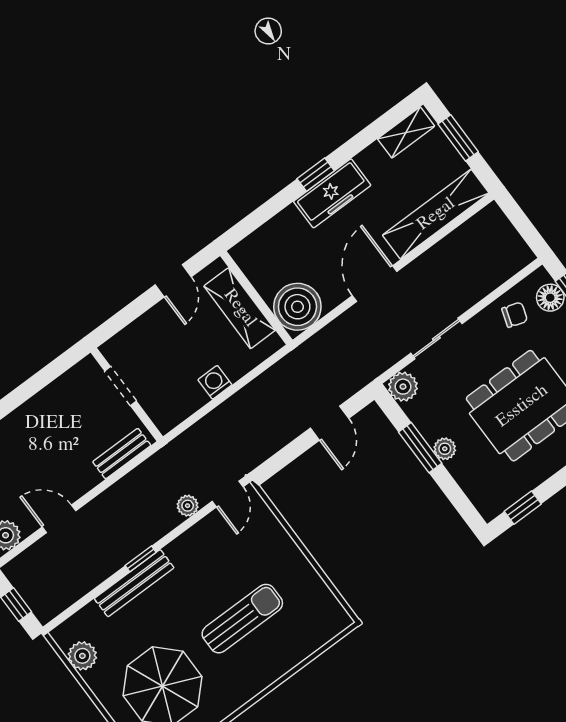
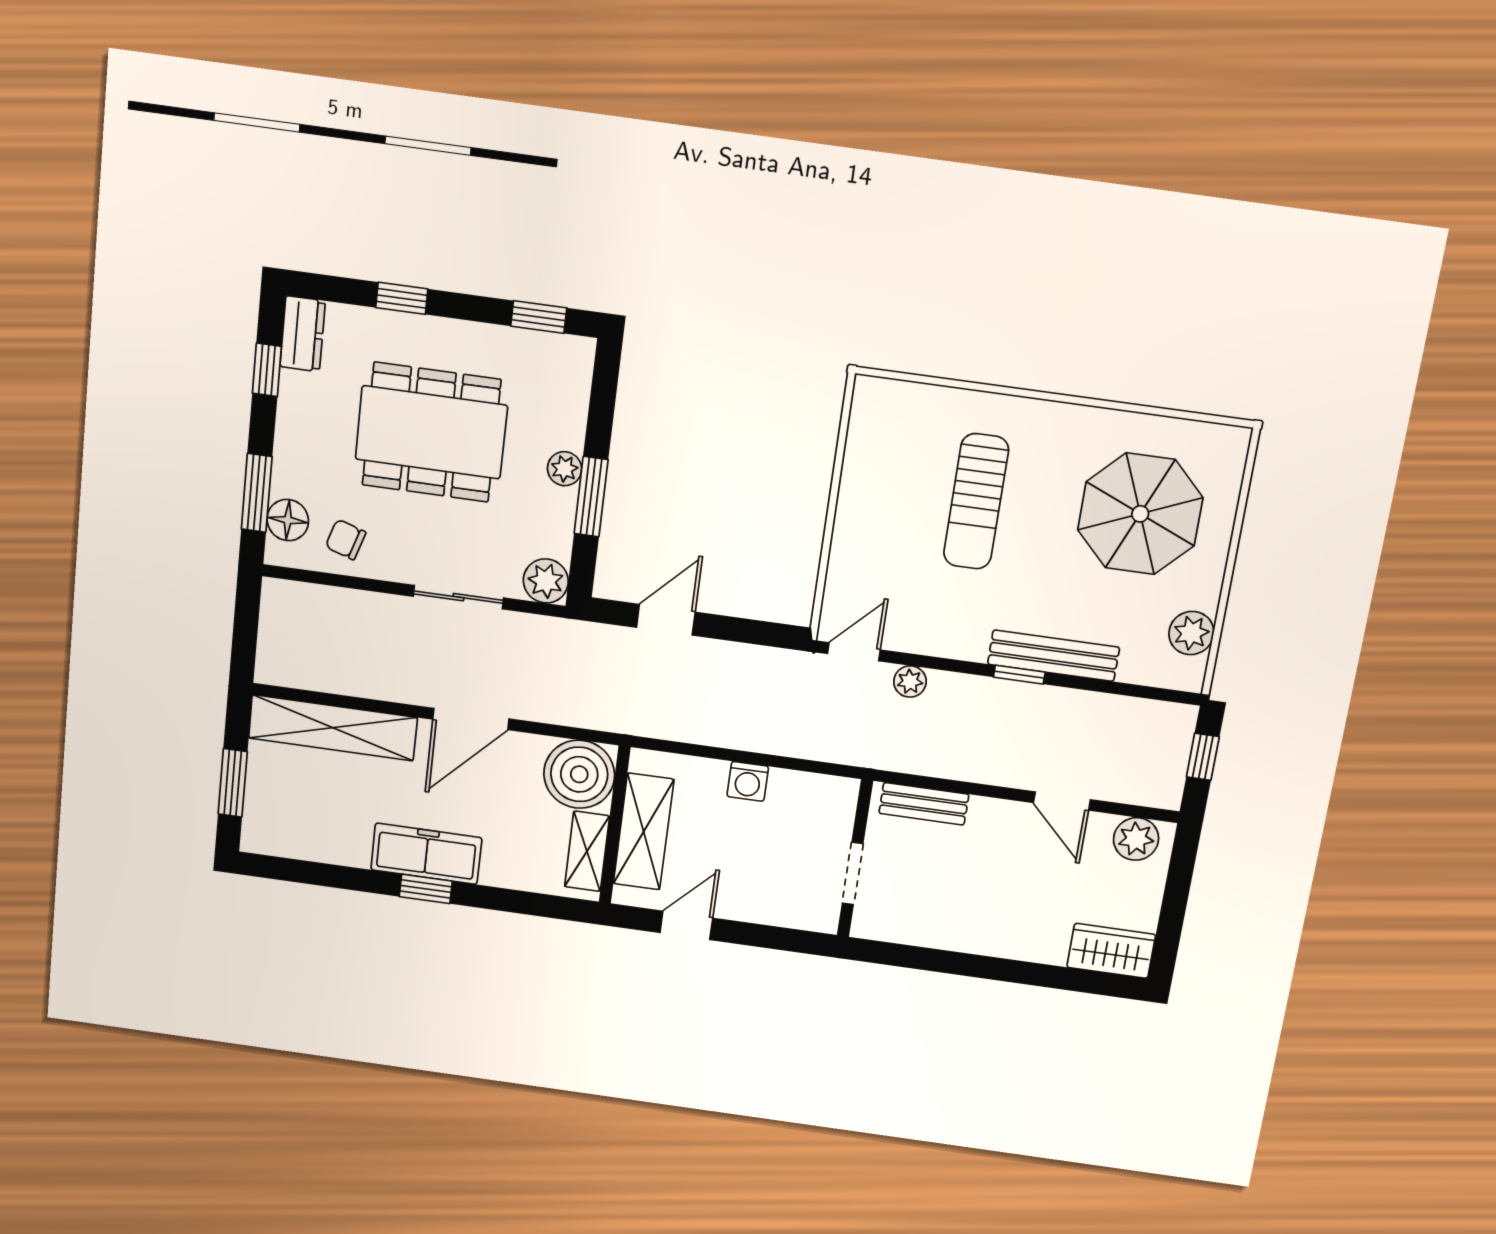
shelving: (406, 132) -> (587, 851), moved, turned 90
sun lounger: (242, 619) -> (976, 502), turned -90

